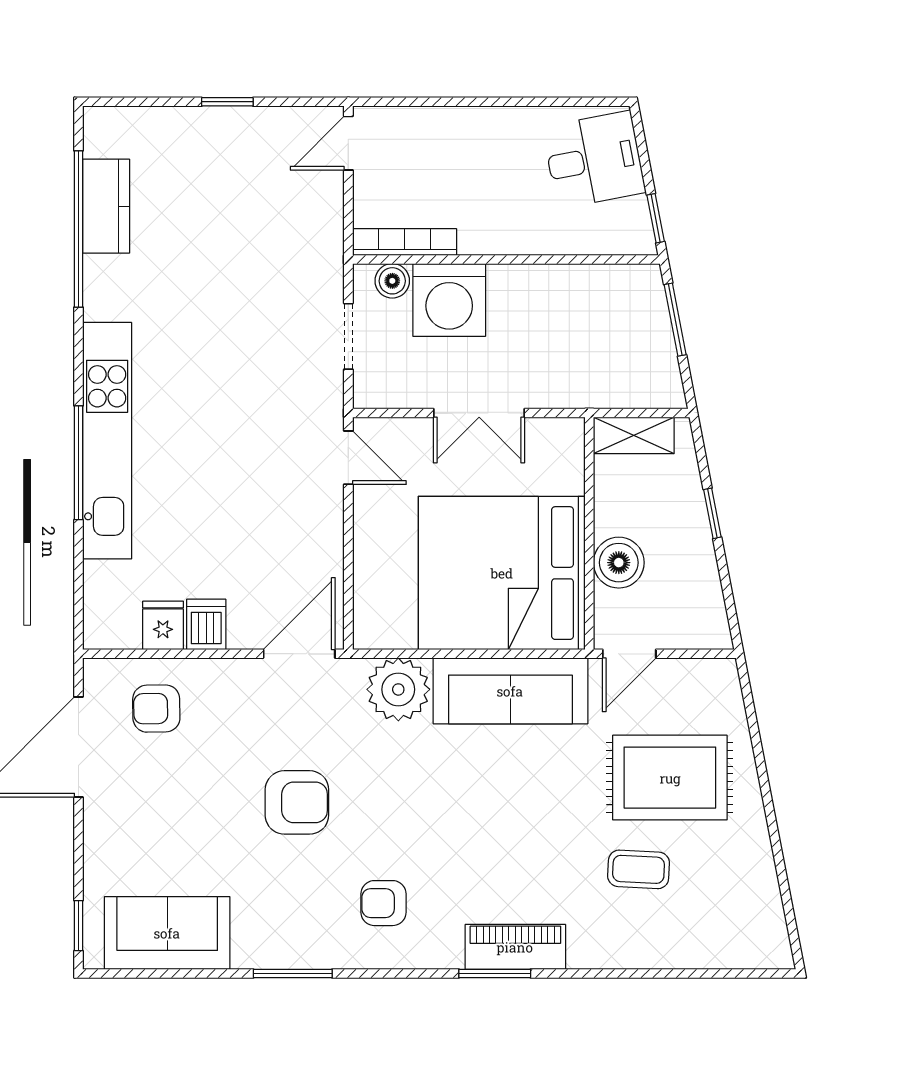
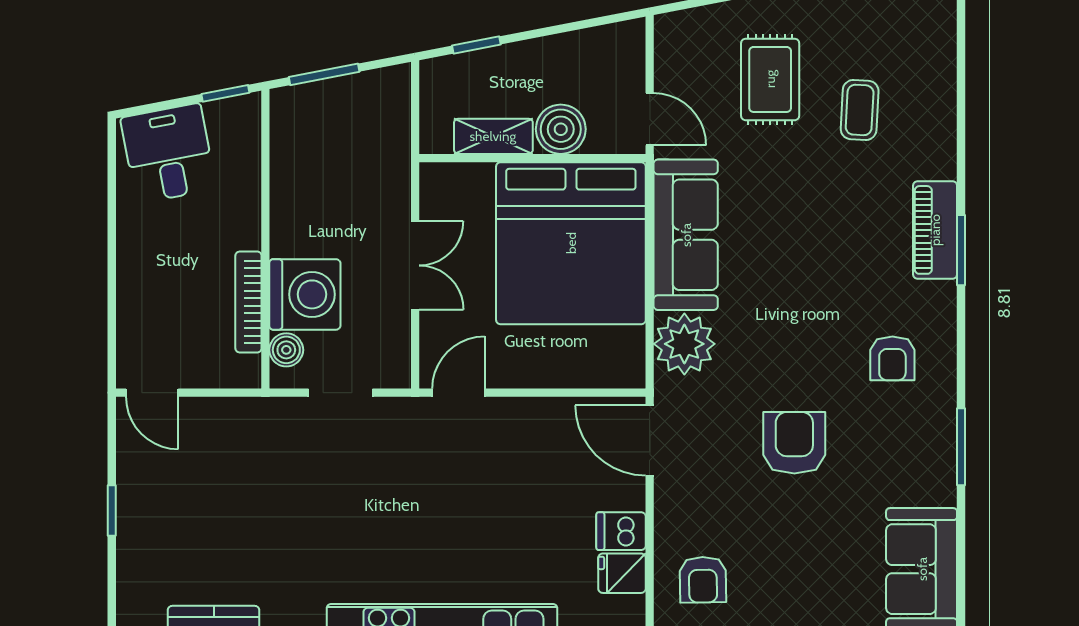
bookcase: (405, 242) -> (248, 302), moved
shelving: (634, 435) -> (493, 136), moved, turned 90
window: (712, 513) -> (476, 45), moved
rug: (670, 778) -> (770, 79), width x0.73, depth x0.70

